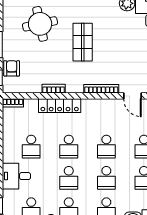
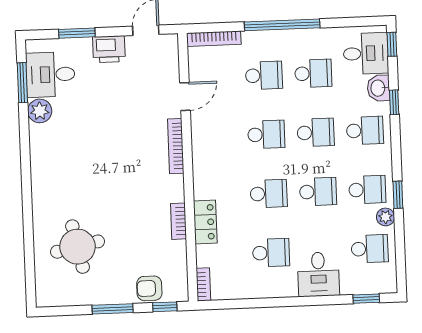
shop shelf: (83, 42) -> (103, 178), removed
locker: (60, 106) -> (205, 222), width x0.66

